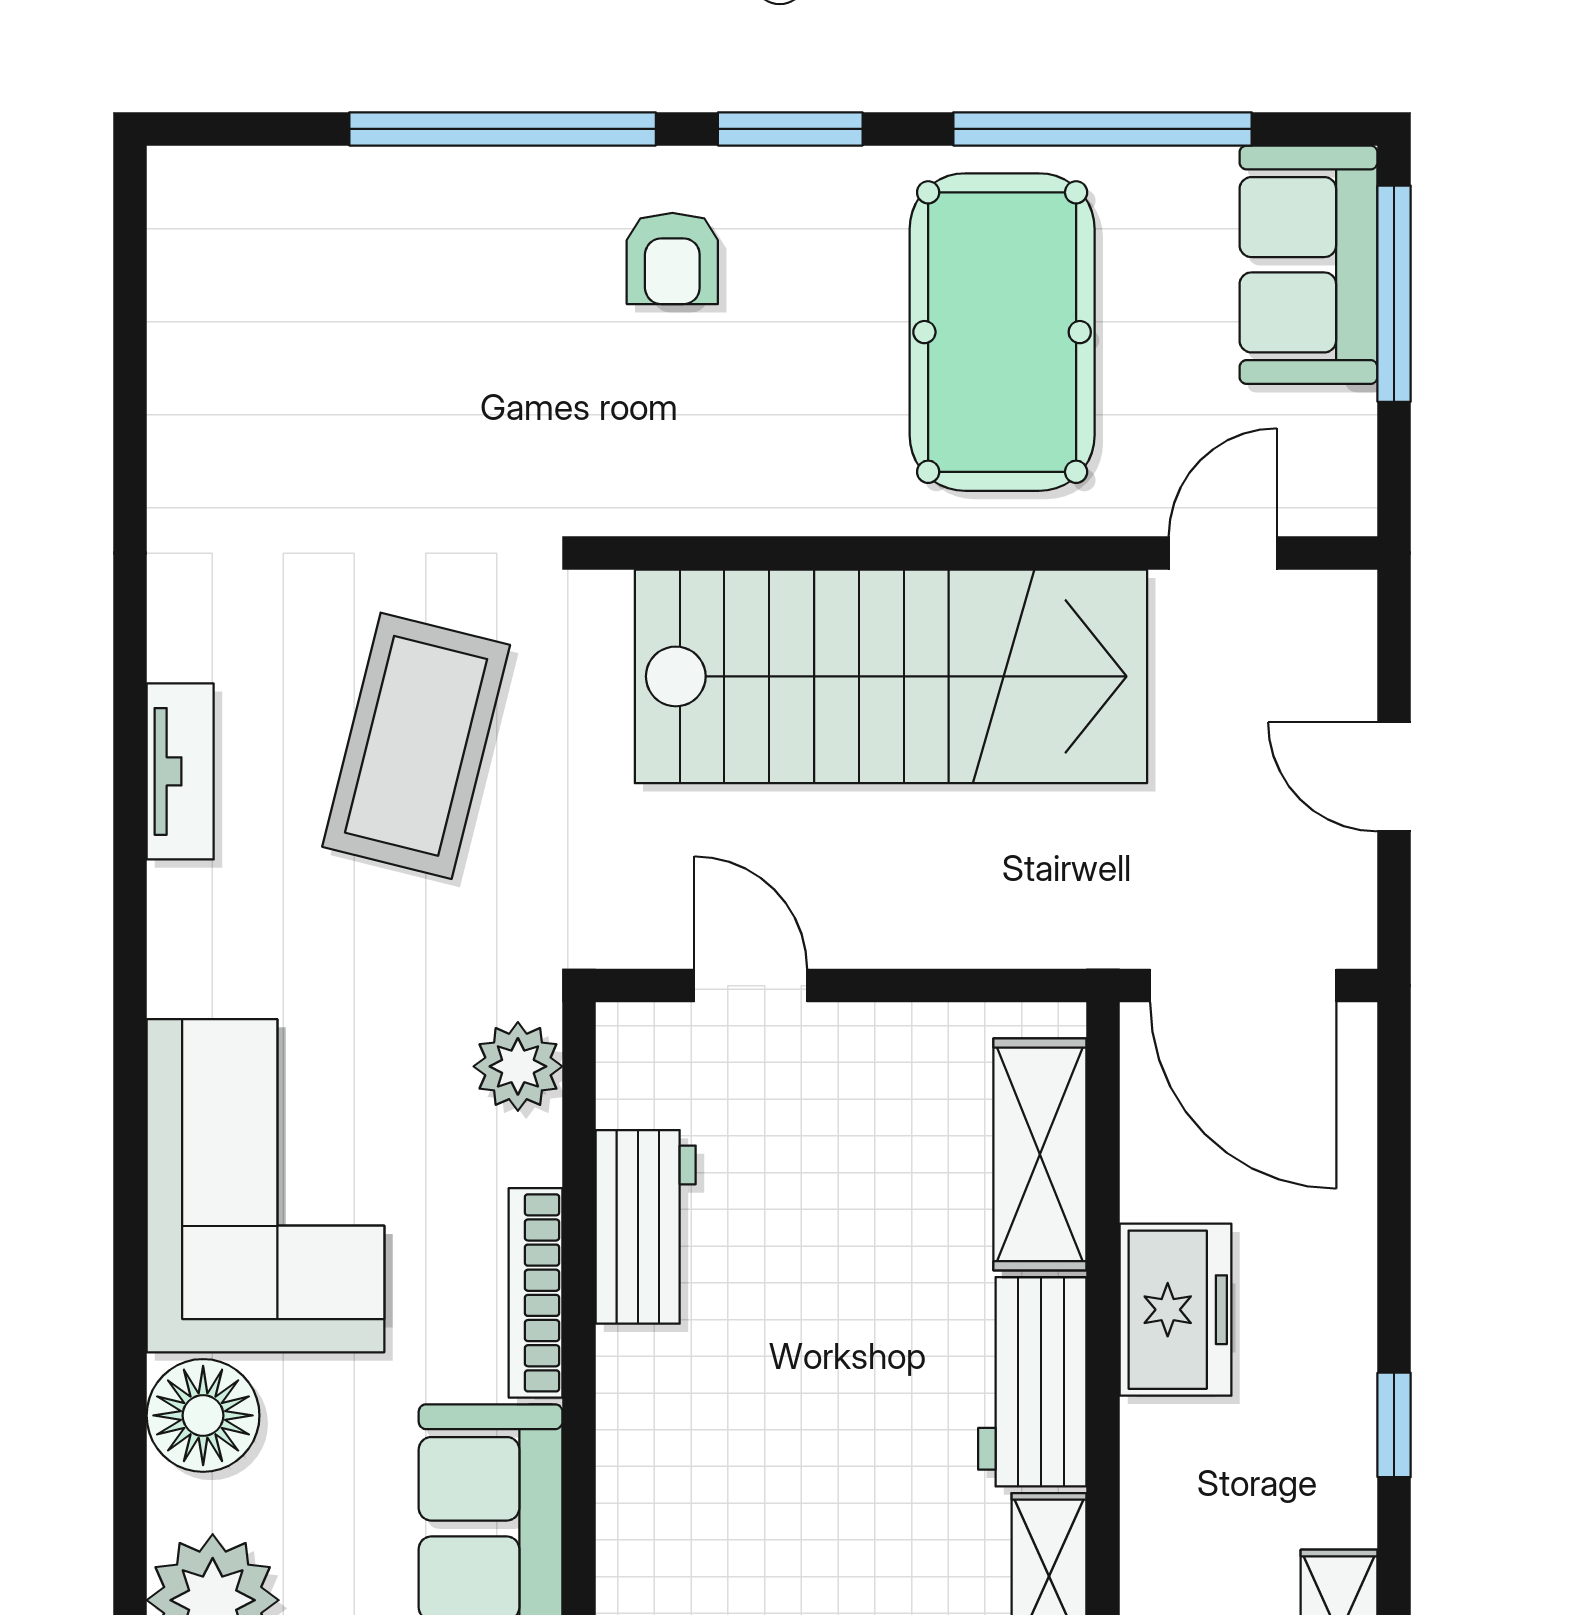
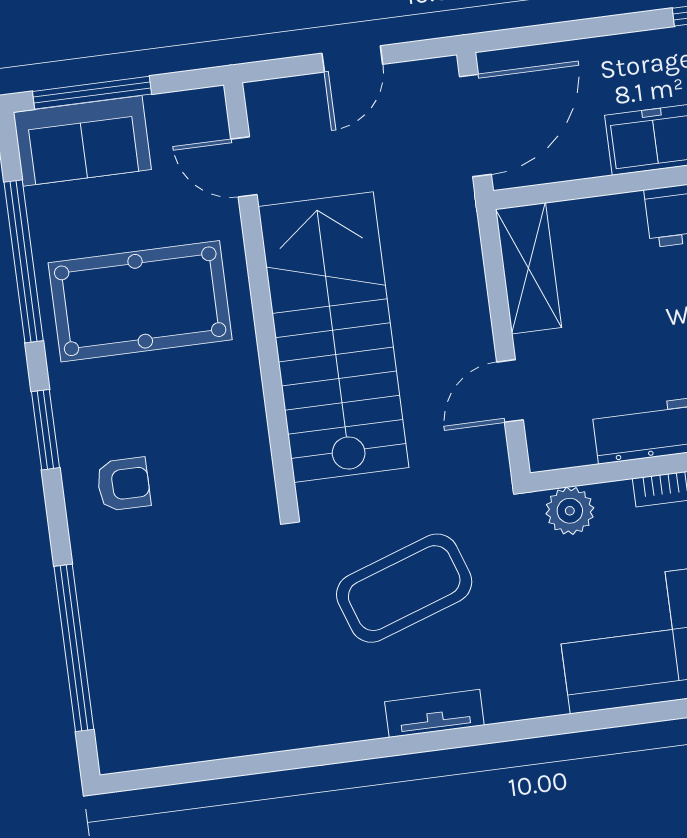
window: (503, 129) -> (74, 648), moved
coffee table: (416, 746) -> (404, 588), turned -33
shelving: (1040, 1154) -> (529, 268), moved, turned 90

